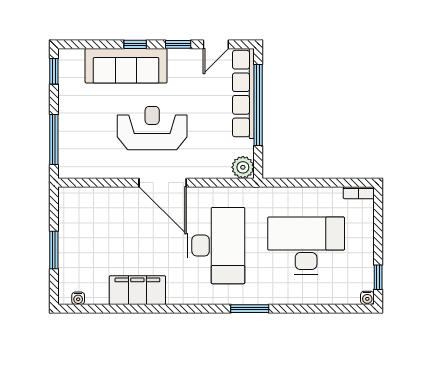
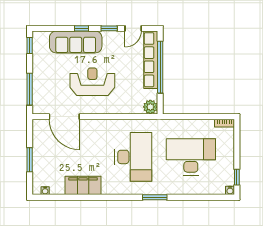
door: (163, 183) -> (64, 117), moved

